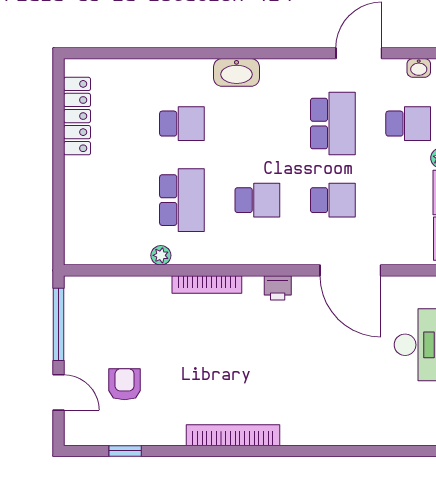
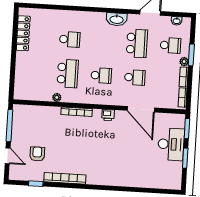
washbasin: (237, 72) -> (117, 19), moved
bookcase: (233, 435) -> (65, 178), moved

